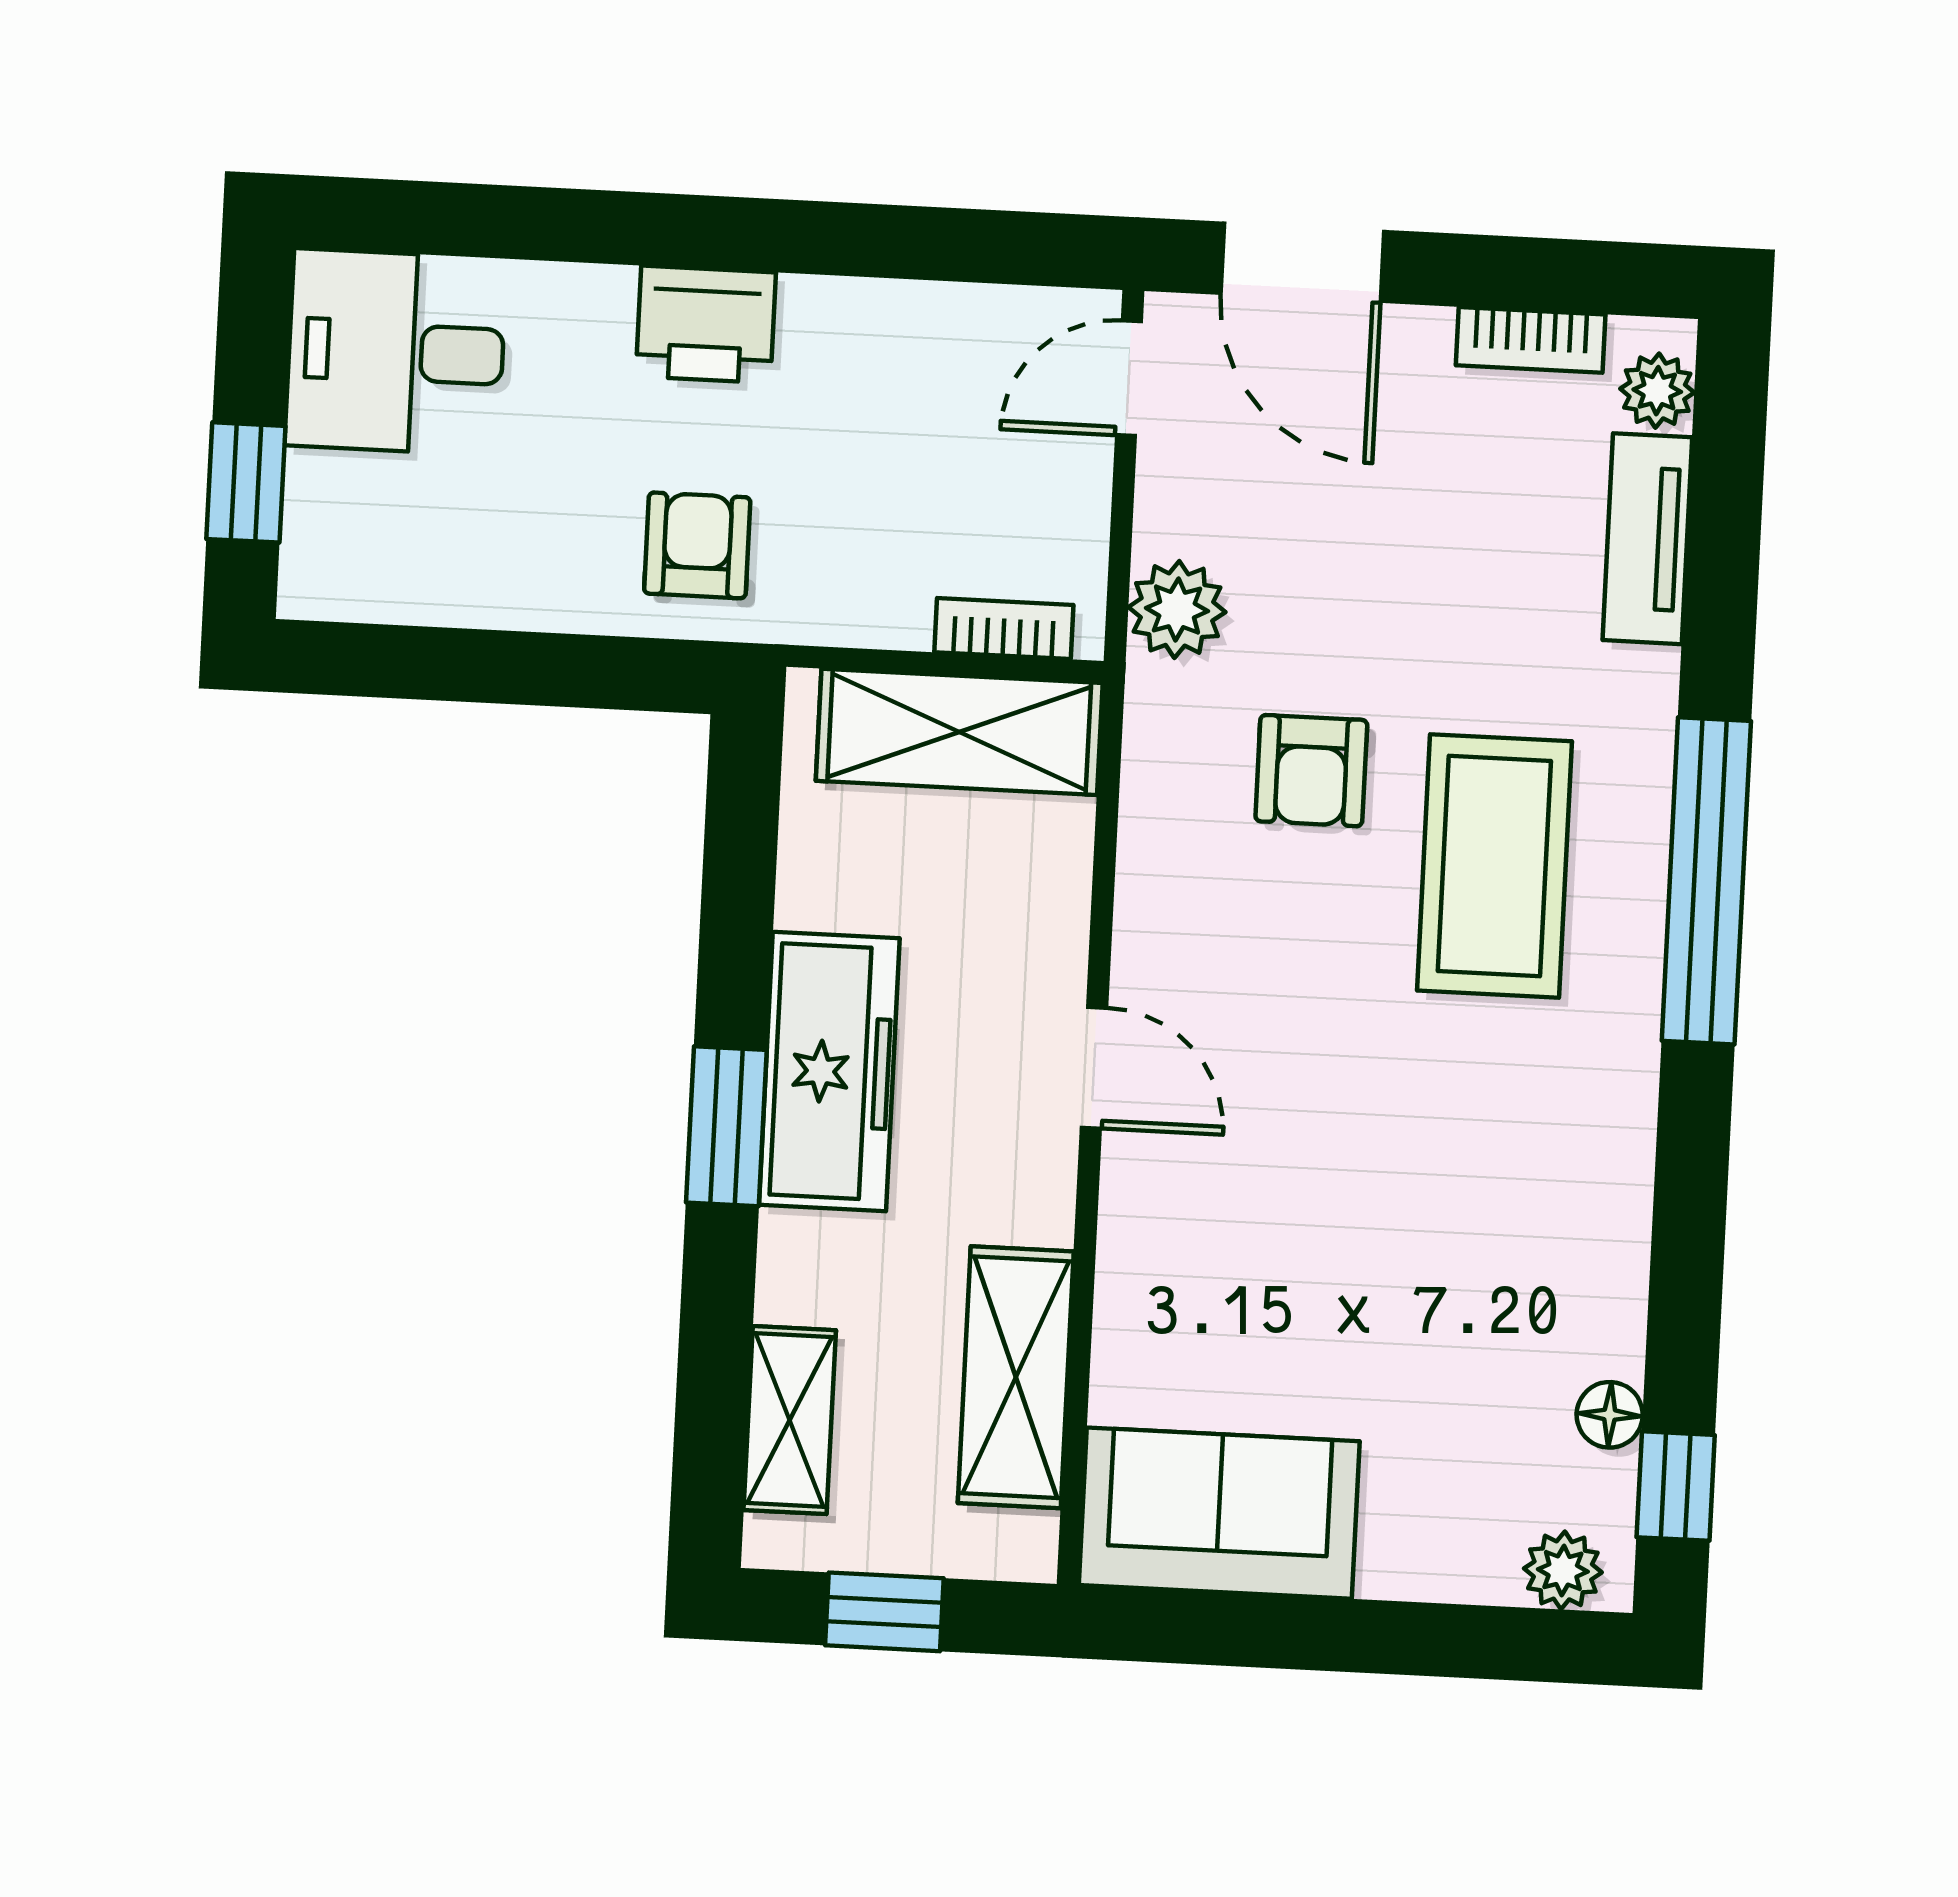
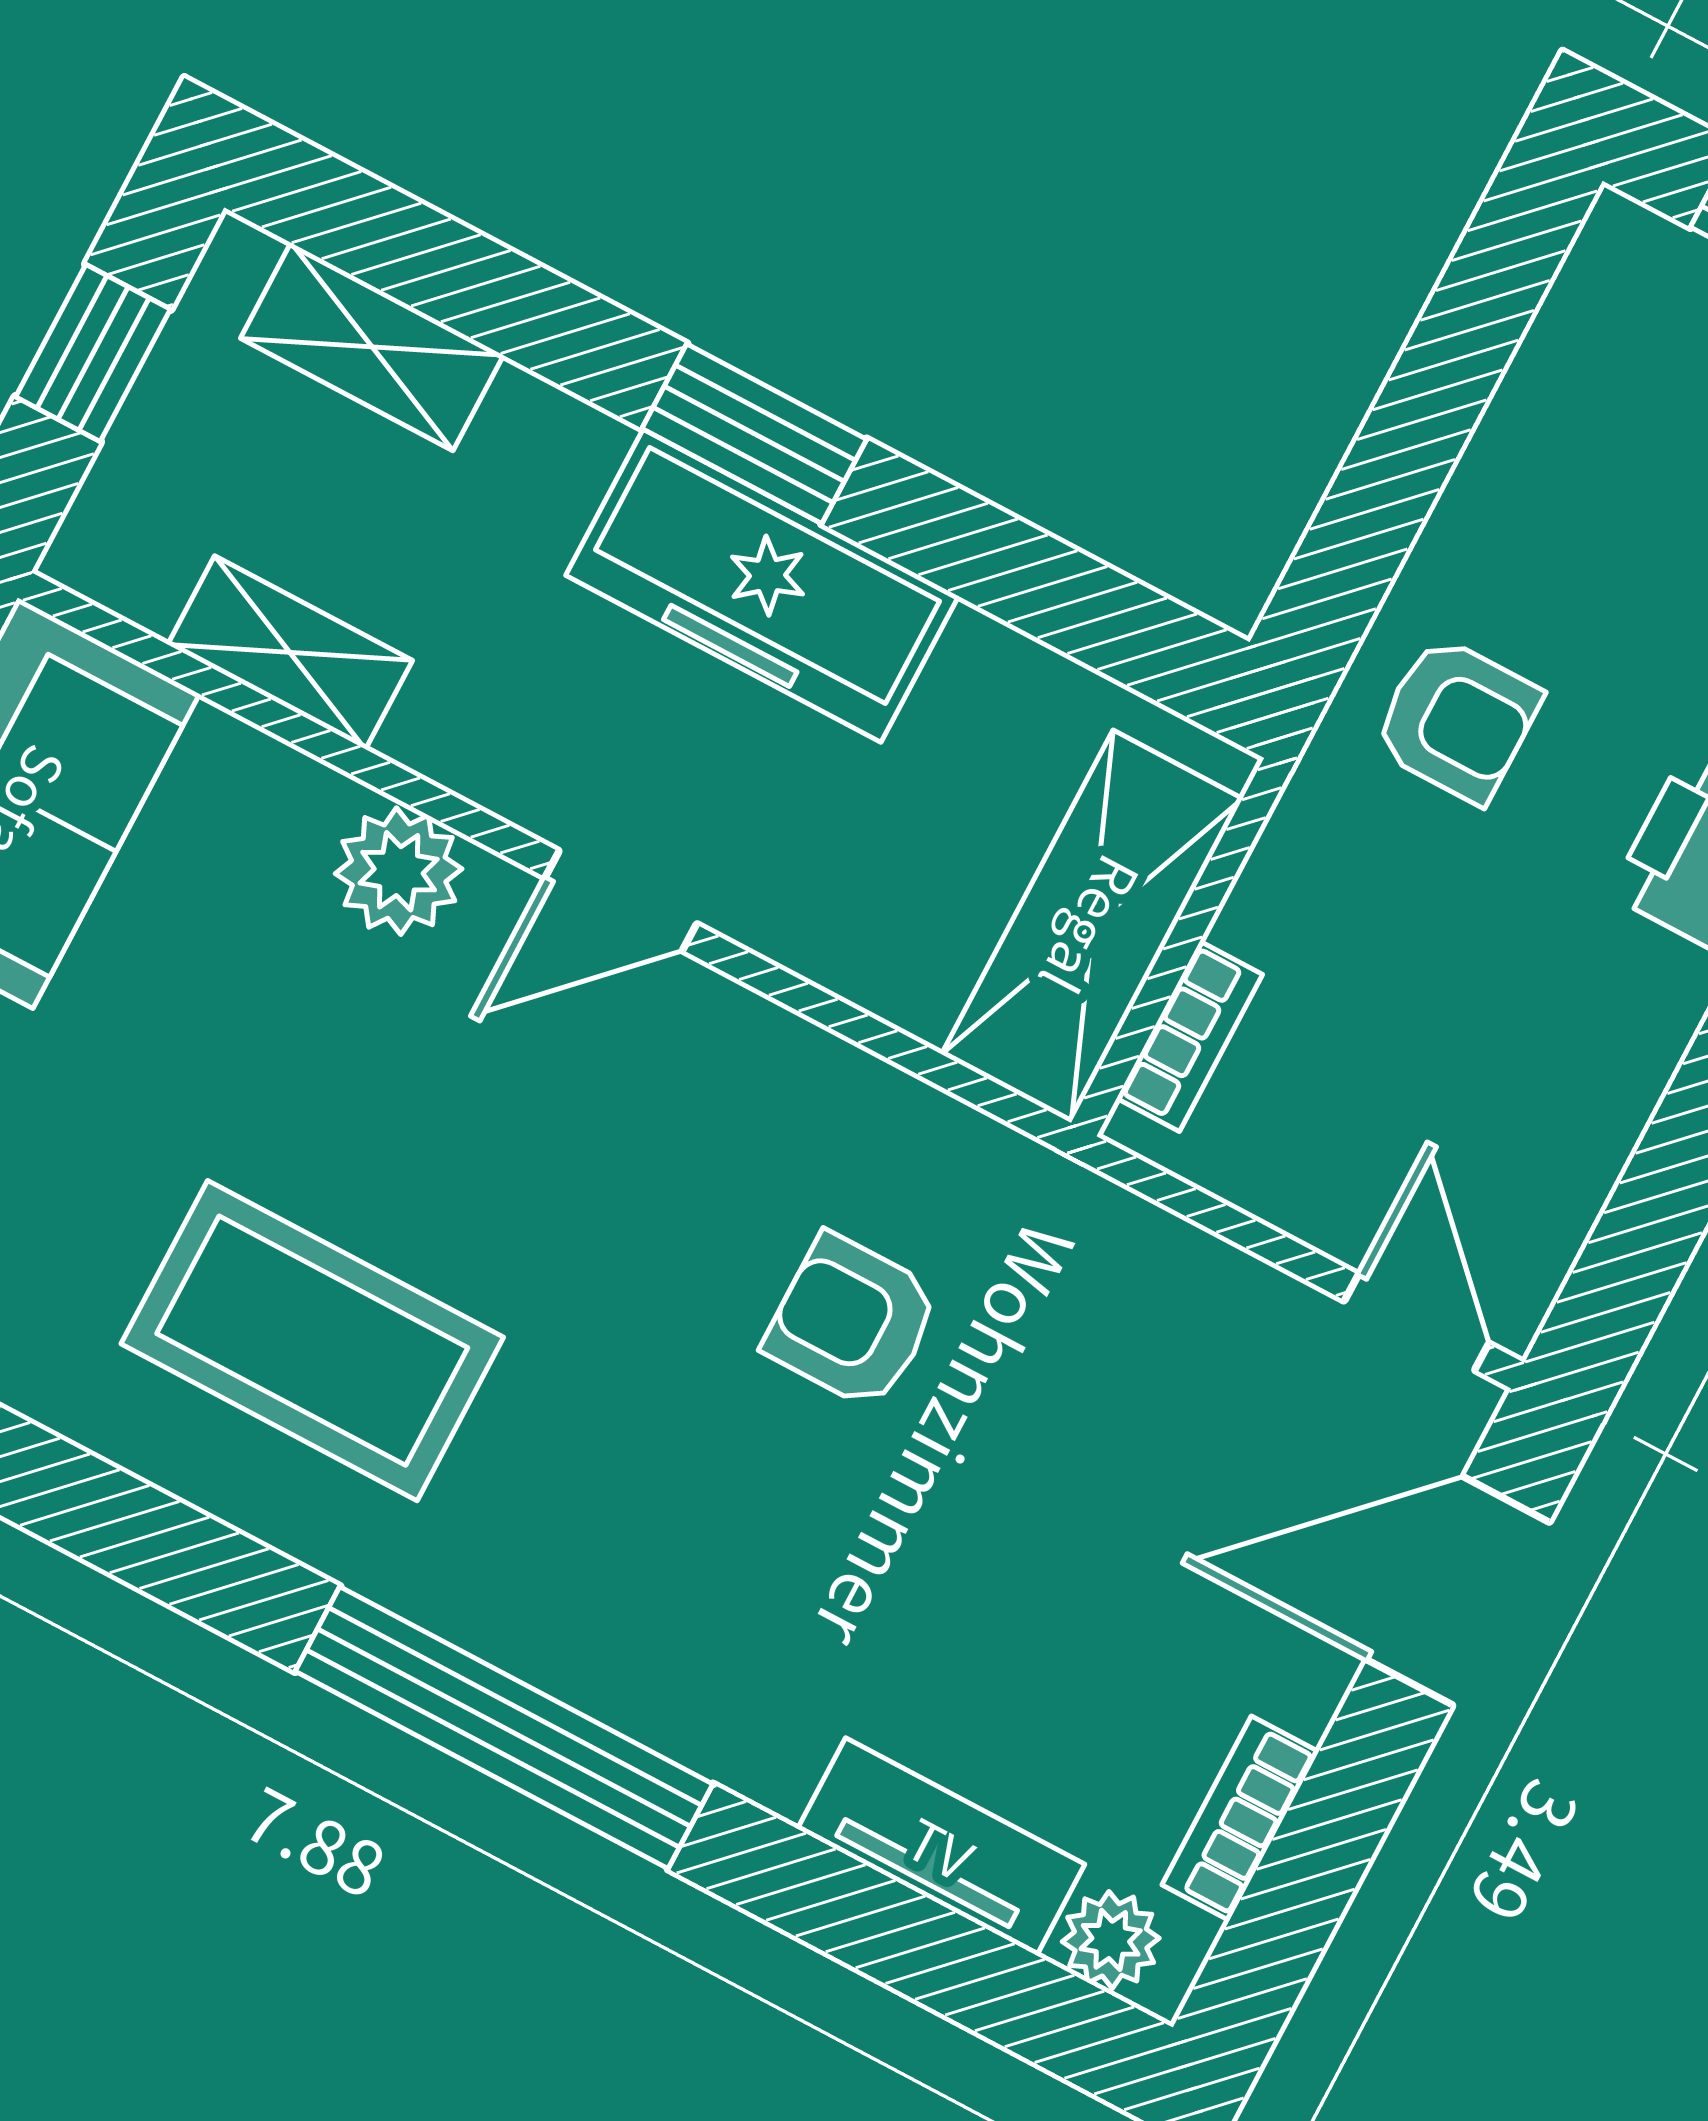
plant: (1177, 610) -> (399, 871), moved
coffee table: (1494, 866) -> (312, 1341), moved
shelving: (1016, 1377) -> (290, 652), width x0.67, depth x0.75

